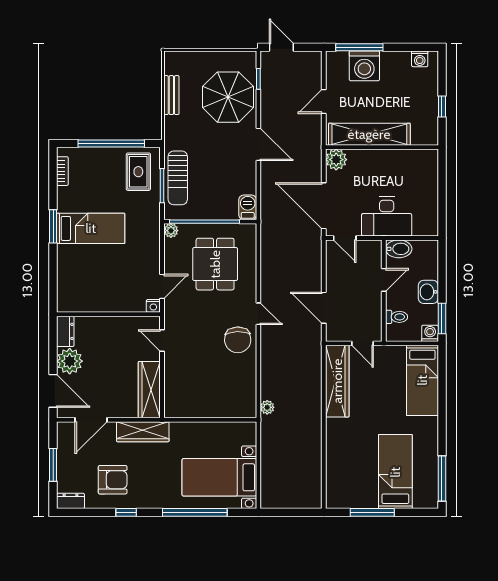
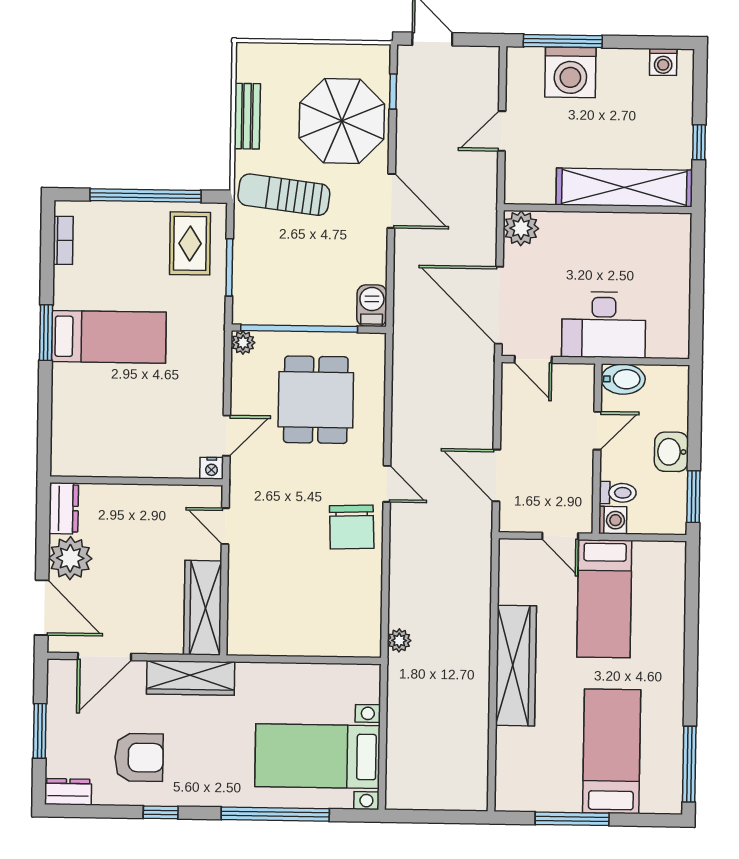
shelving: (369, 134) -> (624, 188), moved
sun lounger: (178, 178) -> (284, 195), moved, turned 97
washing machine: (430, 333) -> (613, 520), moved, turned 90
bed: (422, 380) -> (604, 599), moved
wardrobe: (337, 381) -> (516, 666), moved

